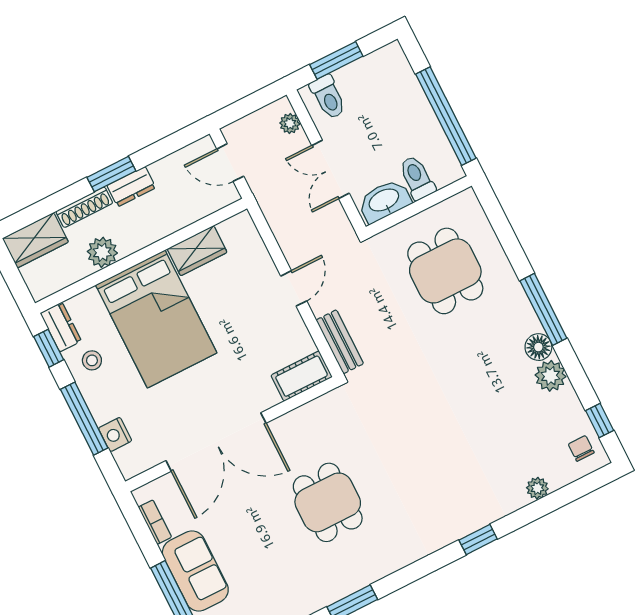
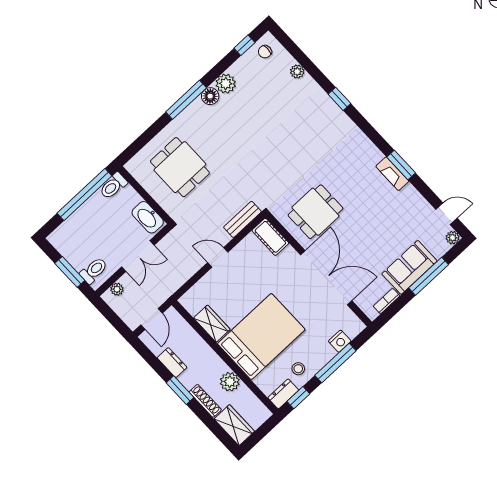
toilet: (417, 178) -> (113, 186), moved
dresser: (131, 187) -> (172, 363), moved
dining table: (445, 271) -> (180, 167), turned 90
dining table: (328, 502) -> (315, 212), moved
fireplace: (343, 586) -> (392, 174), added

